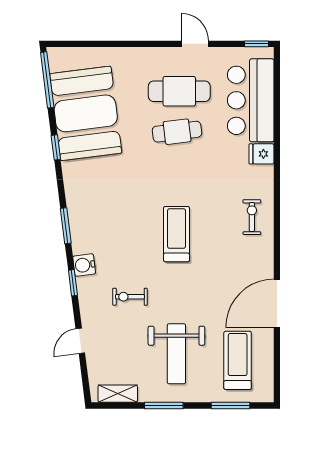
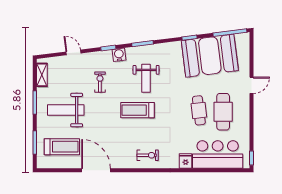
door: (195, 44) -> (251, 85), moved
weight bench: (123, 220) -> (146, 78), added
treadmill: (177, 234) -> (137, 110), turned 180

